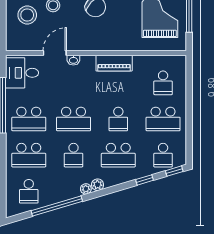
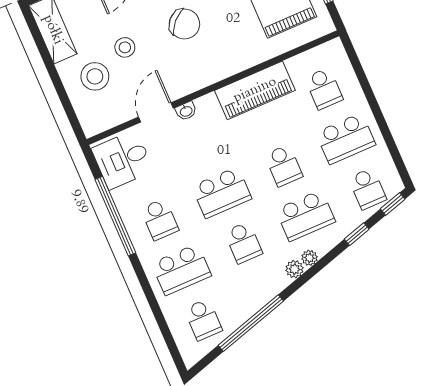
piano: (114, 63) -> (255, 90), width x1.37, depth x1.33
school desk: (29, 119) -> (160, 219), width x0.54
plant: (86, 189) -> (309, 258), moved

